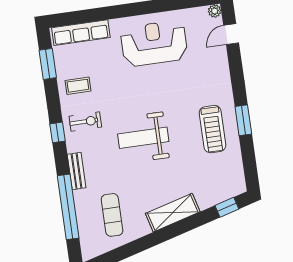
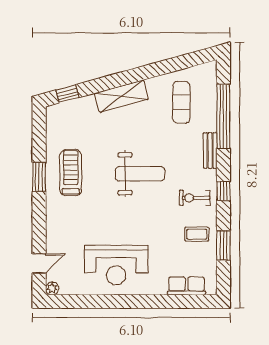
row of seats: (81, 33) -> (187, 286), width x0.68
window: (48, 64) -> (223, 246), moved

